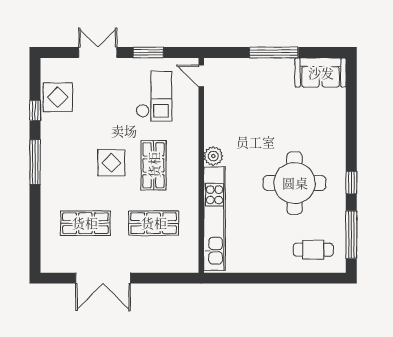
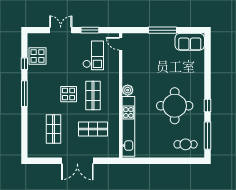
shop shelf: (85, 223) -> (54, 129), turned 90
double door: (103, 278) -> (77, 161), moved

